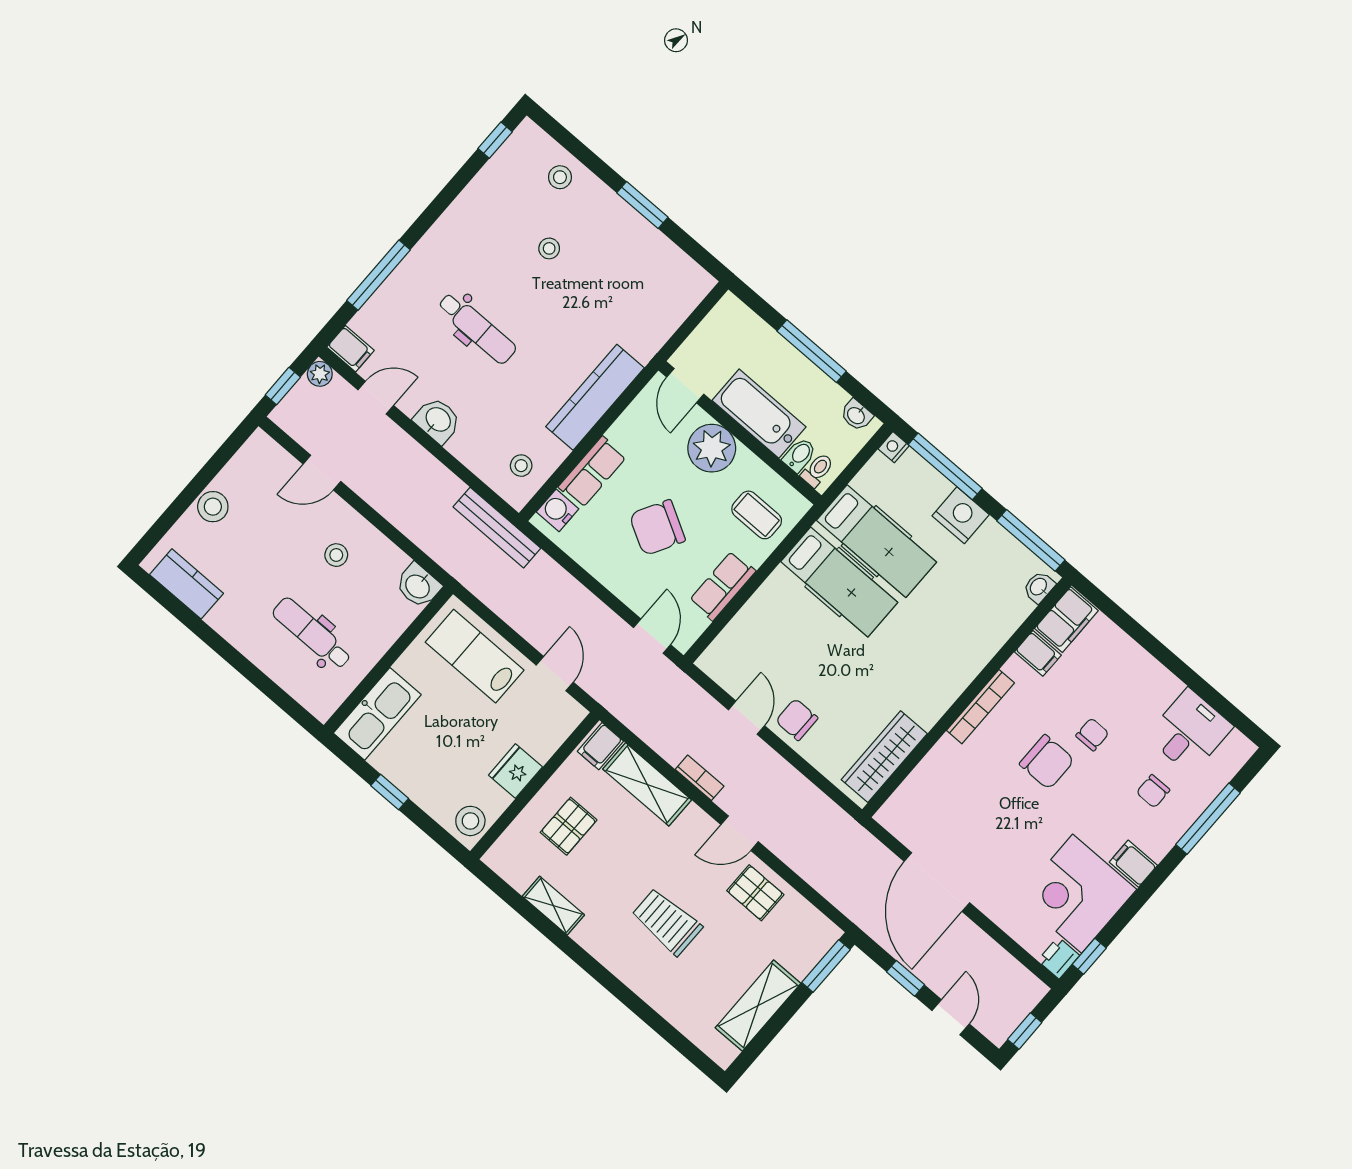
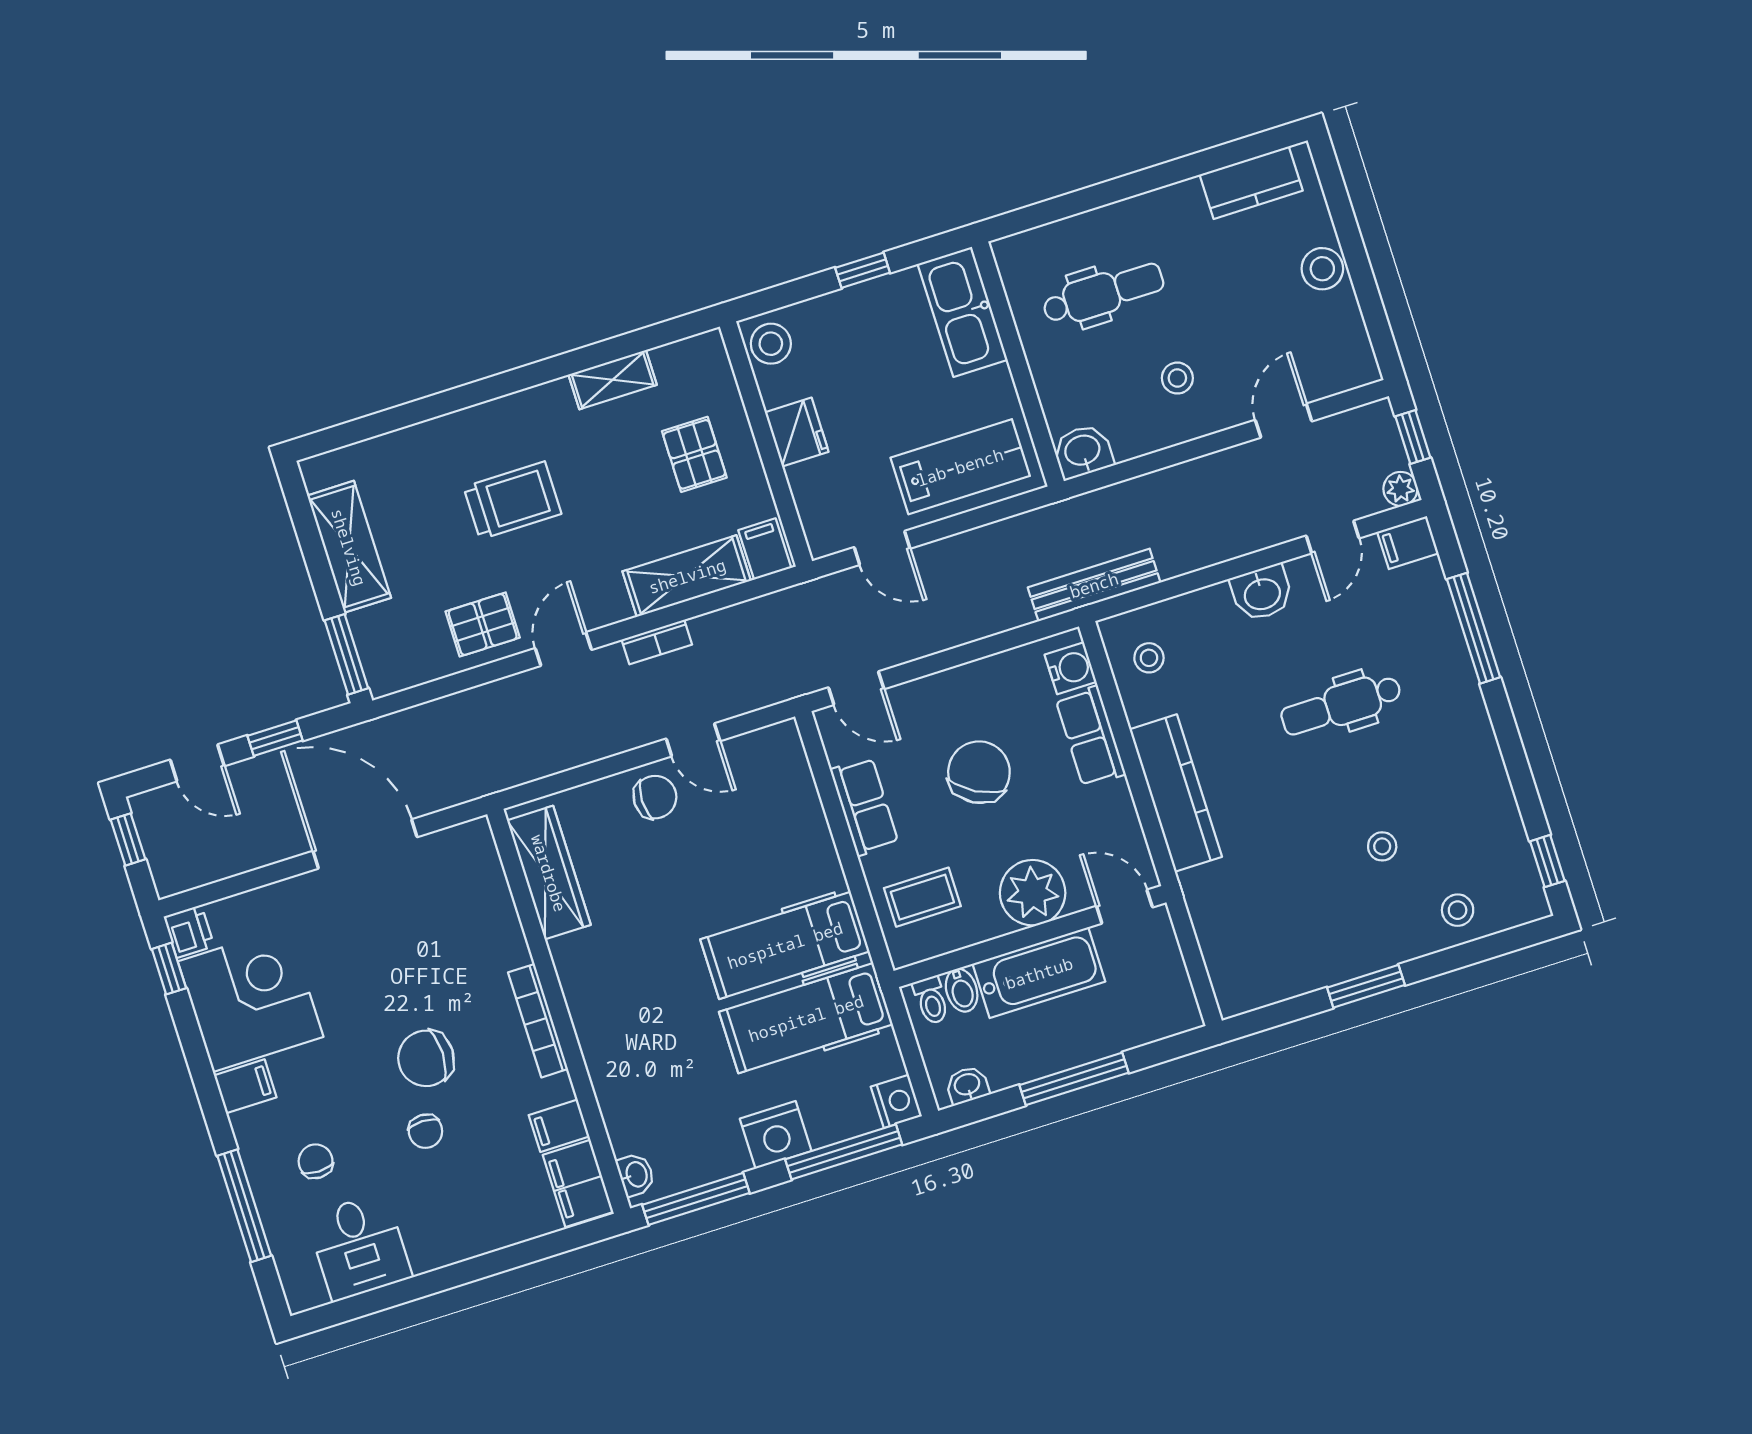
nightstand: (894, 447) -> (896, 1101), width x1.39, depth x1.35

